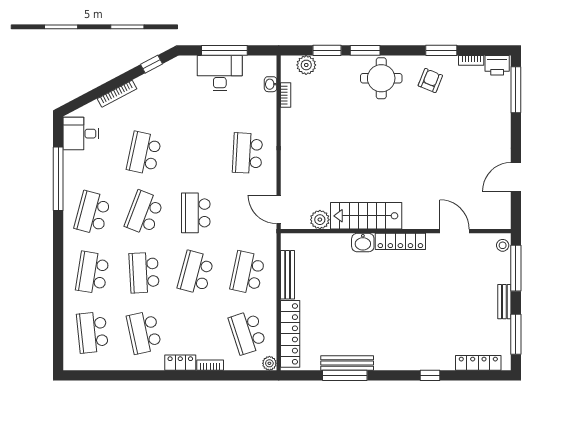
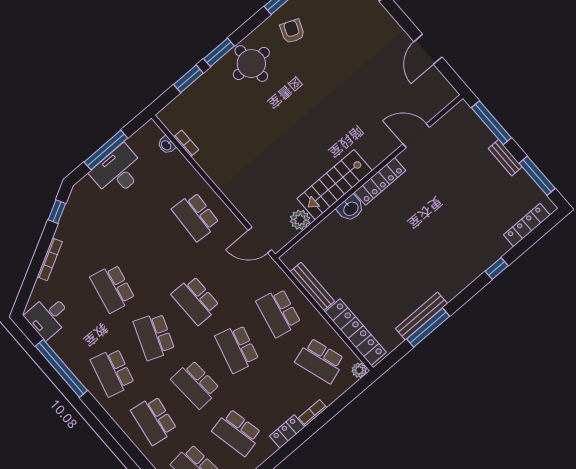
plant: (306, 65) -> (182, 105), removed
stool: (503, 245) -> (465, 114), removed

